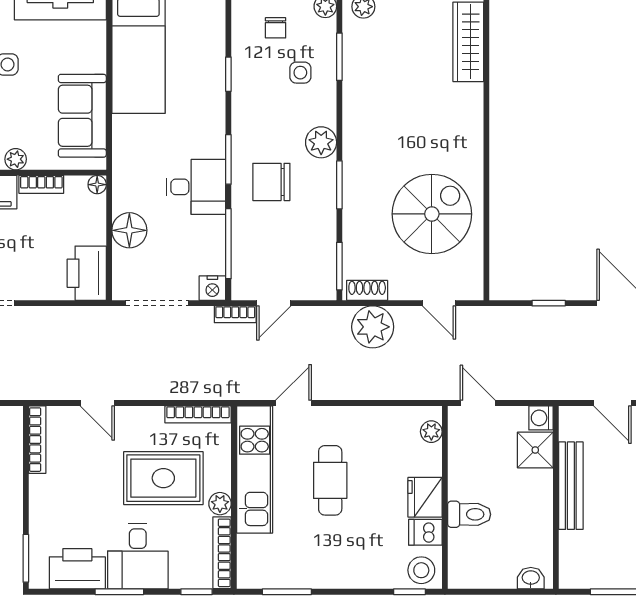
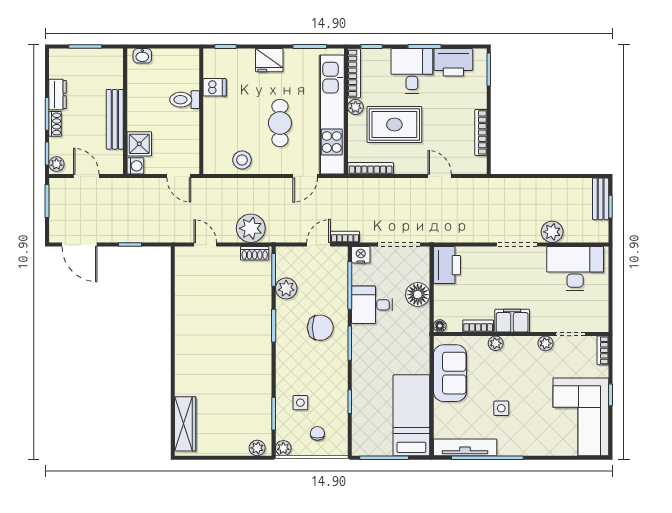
plant: (321, 142) -> (286, 288), moved
desk: (196, 187) -> (372, 305), moved
spiral stairs: (432, 214) -> (210, 306), removed
plant: (431, 432) -> (211, 156), removed
bookcase: (37, 440) -> (481, 132), moved
kitchen unit: (255, 469) -> (332, 115), width x1.36
fridge: (425, 497) -> (269, 60), moved, turned 90
stool: (421, 570) -> (242, 160), moved

